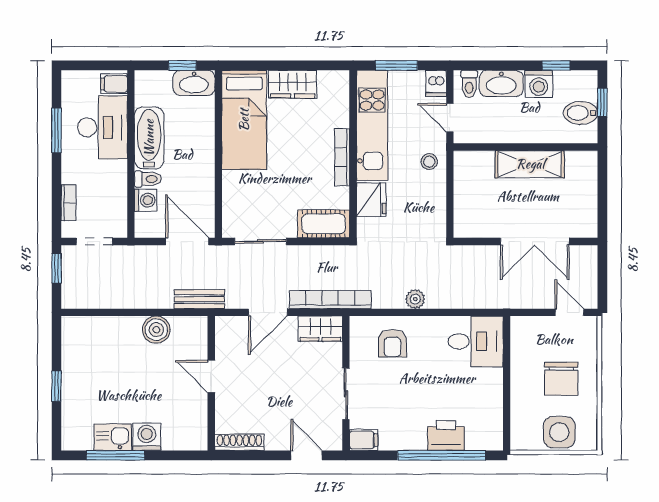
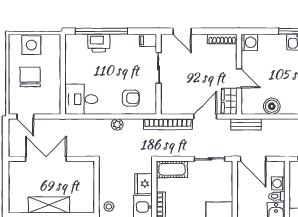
wardrobe: (320, 329) -> (229, 101), moved, turned -90
armchair: (392, 343) -> (131, 98), turned 90
washing machine: (147, 437) -> (249, 42), moved, turned -90

